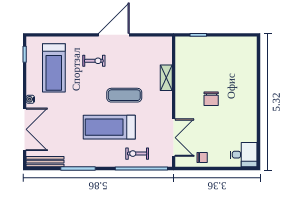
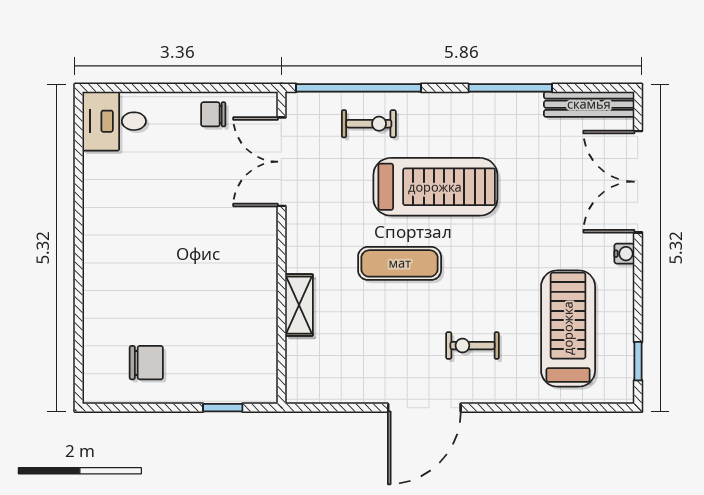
chair: (211, 99) -> (146, 363), moved, turned 90

